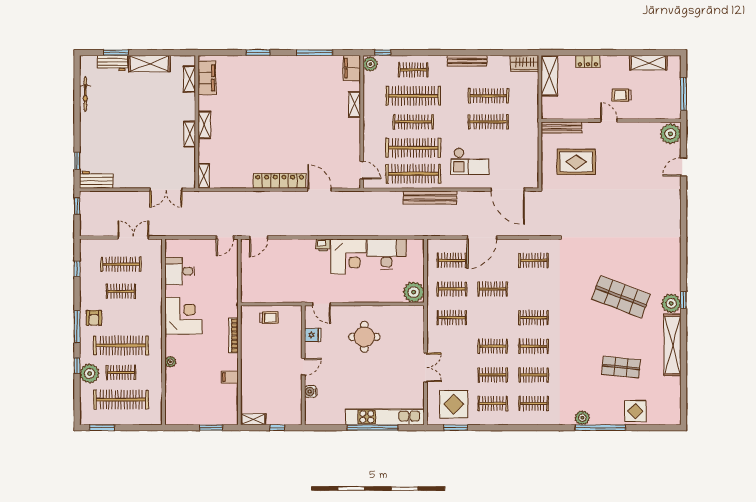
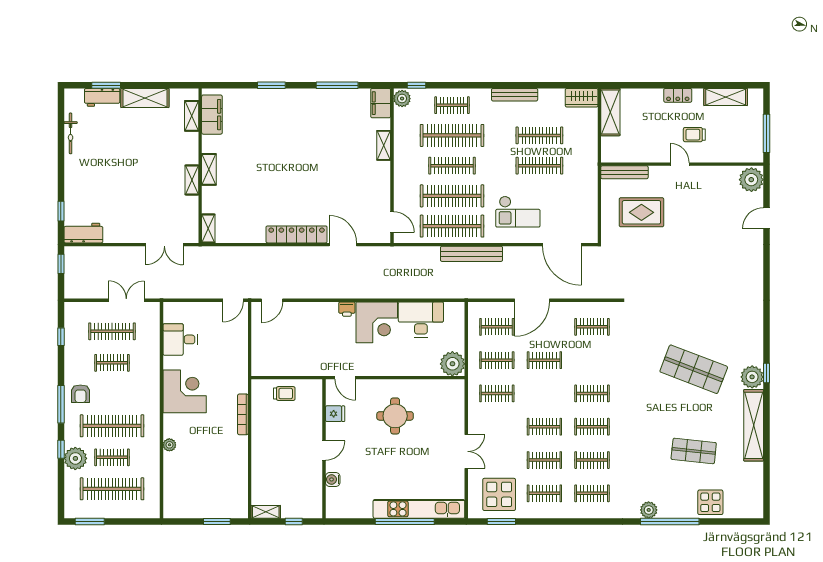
locker: (588, 61) -> (678, 95), moved
filing cabinet: (230, 377) -> (239, 463), removed

